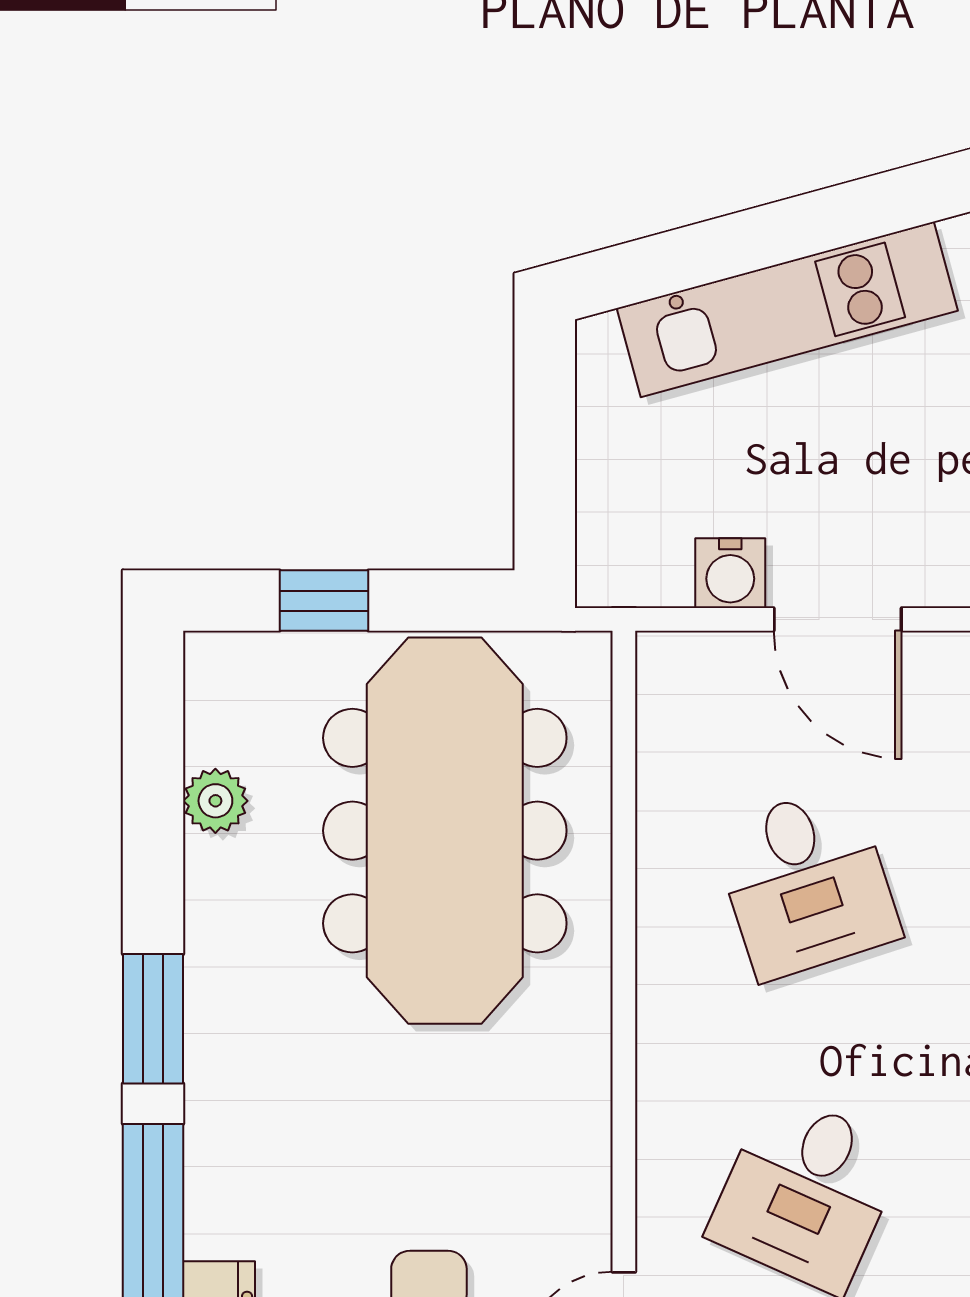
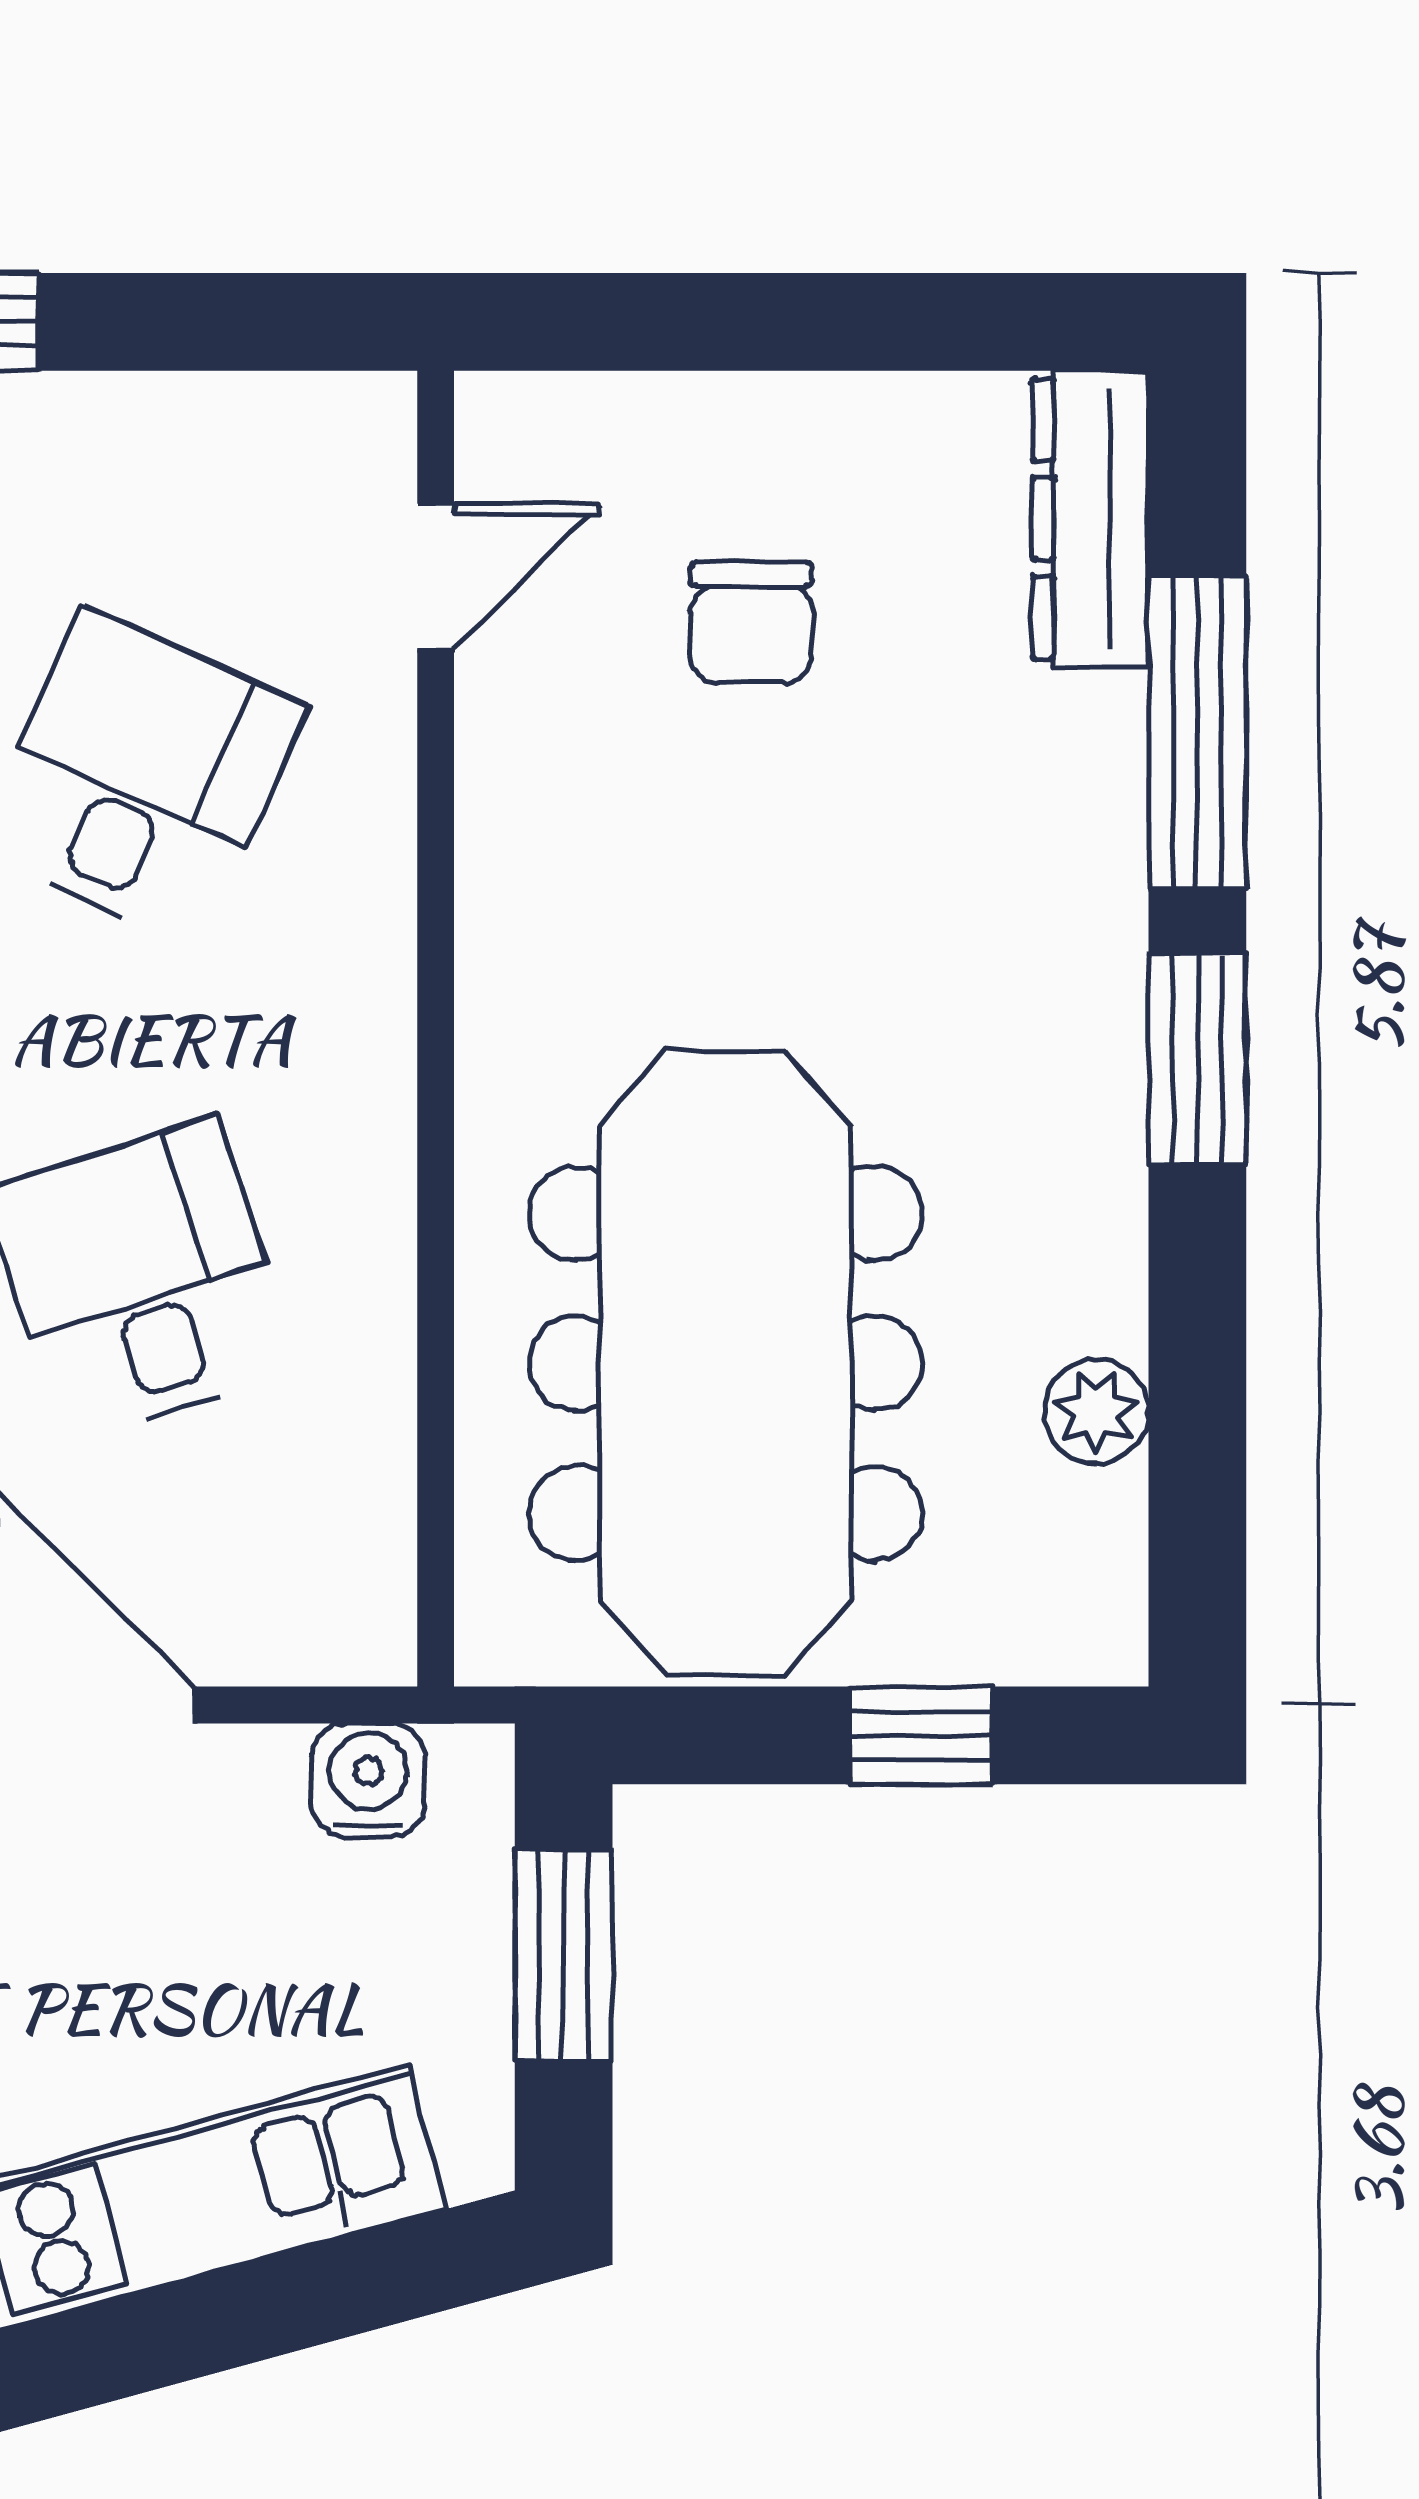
window: (545, 465) -> (564, 1955), added
water cooler: (730, 573) -> (368, 1780), moved

